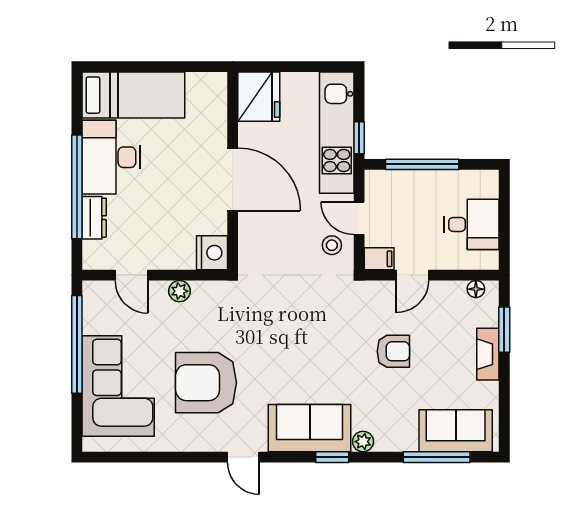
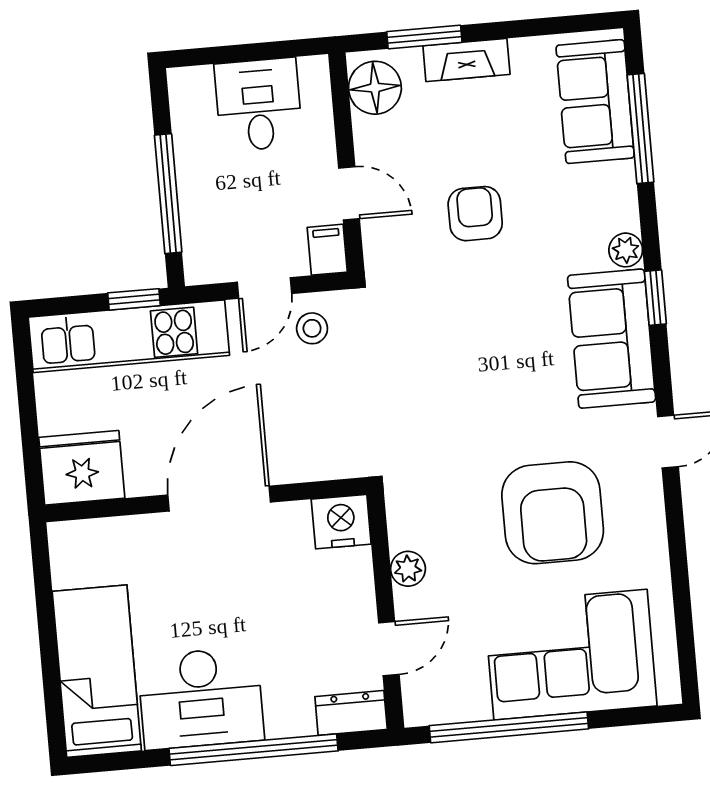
dresser: (94, 218) -> (351, 713), moved
floor lamp: (476, 289) -> (375, 88), width x1.89, depth x1.89

